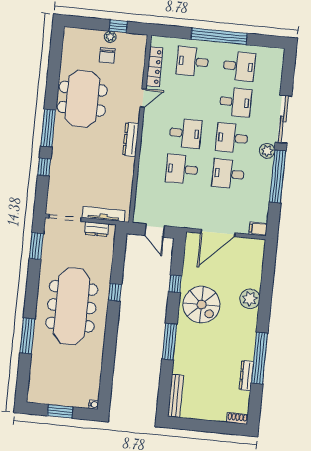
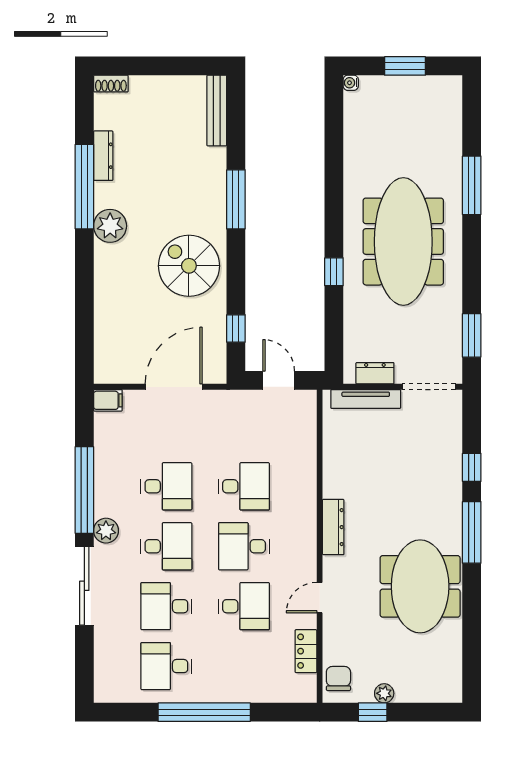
chair: (107, 55) -> (338, 679), moved
desk: (193, 61) -> (244, 606), moved
locker: (154, 67) -> (306, 651), width x0.66
window: (175, 284) -> (236, 328), moved
plant: (250, 299) -> (110, 226), moved

